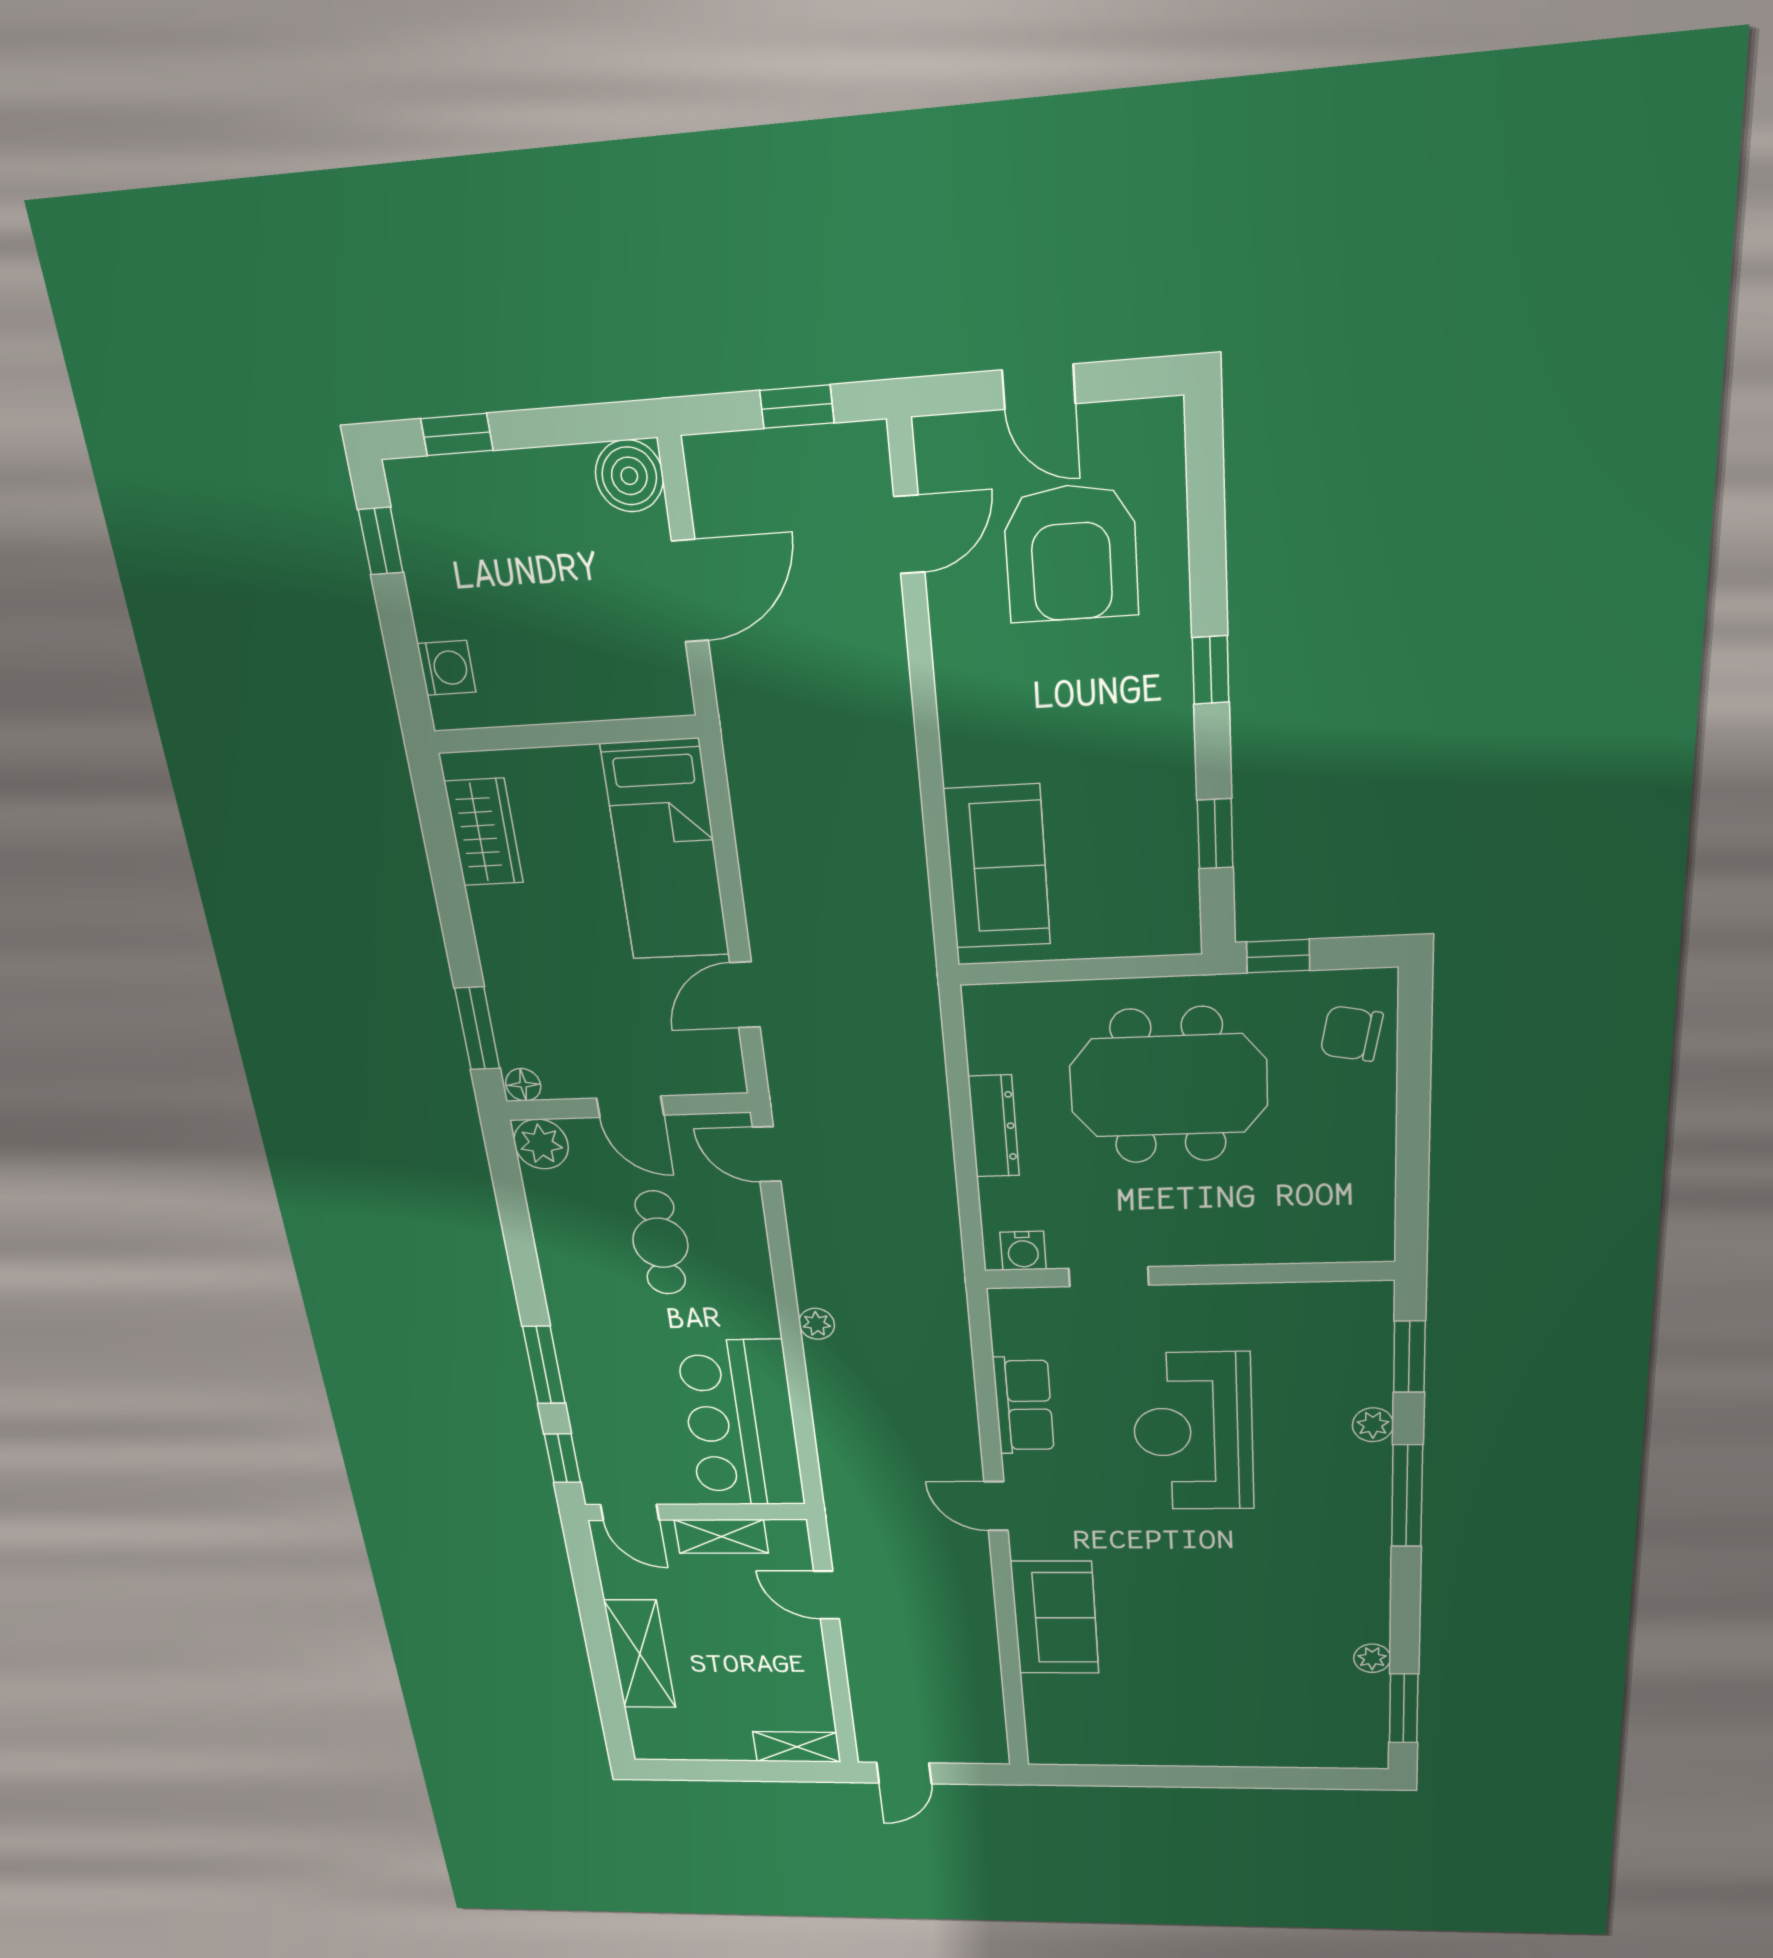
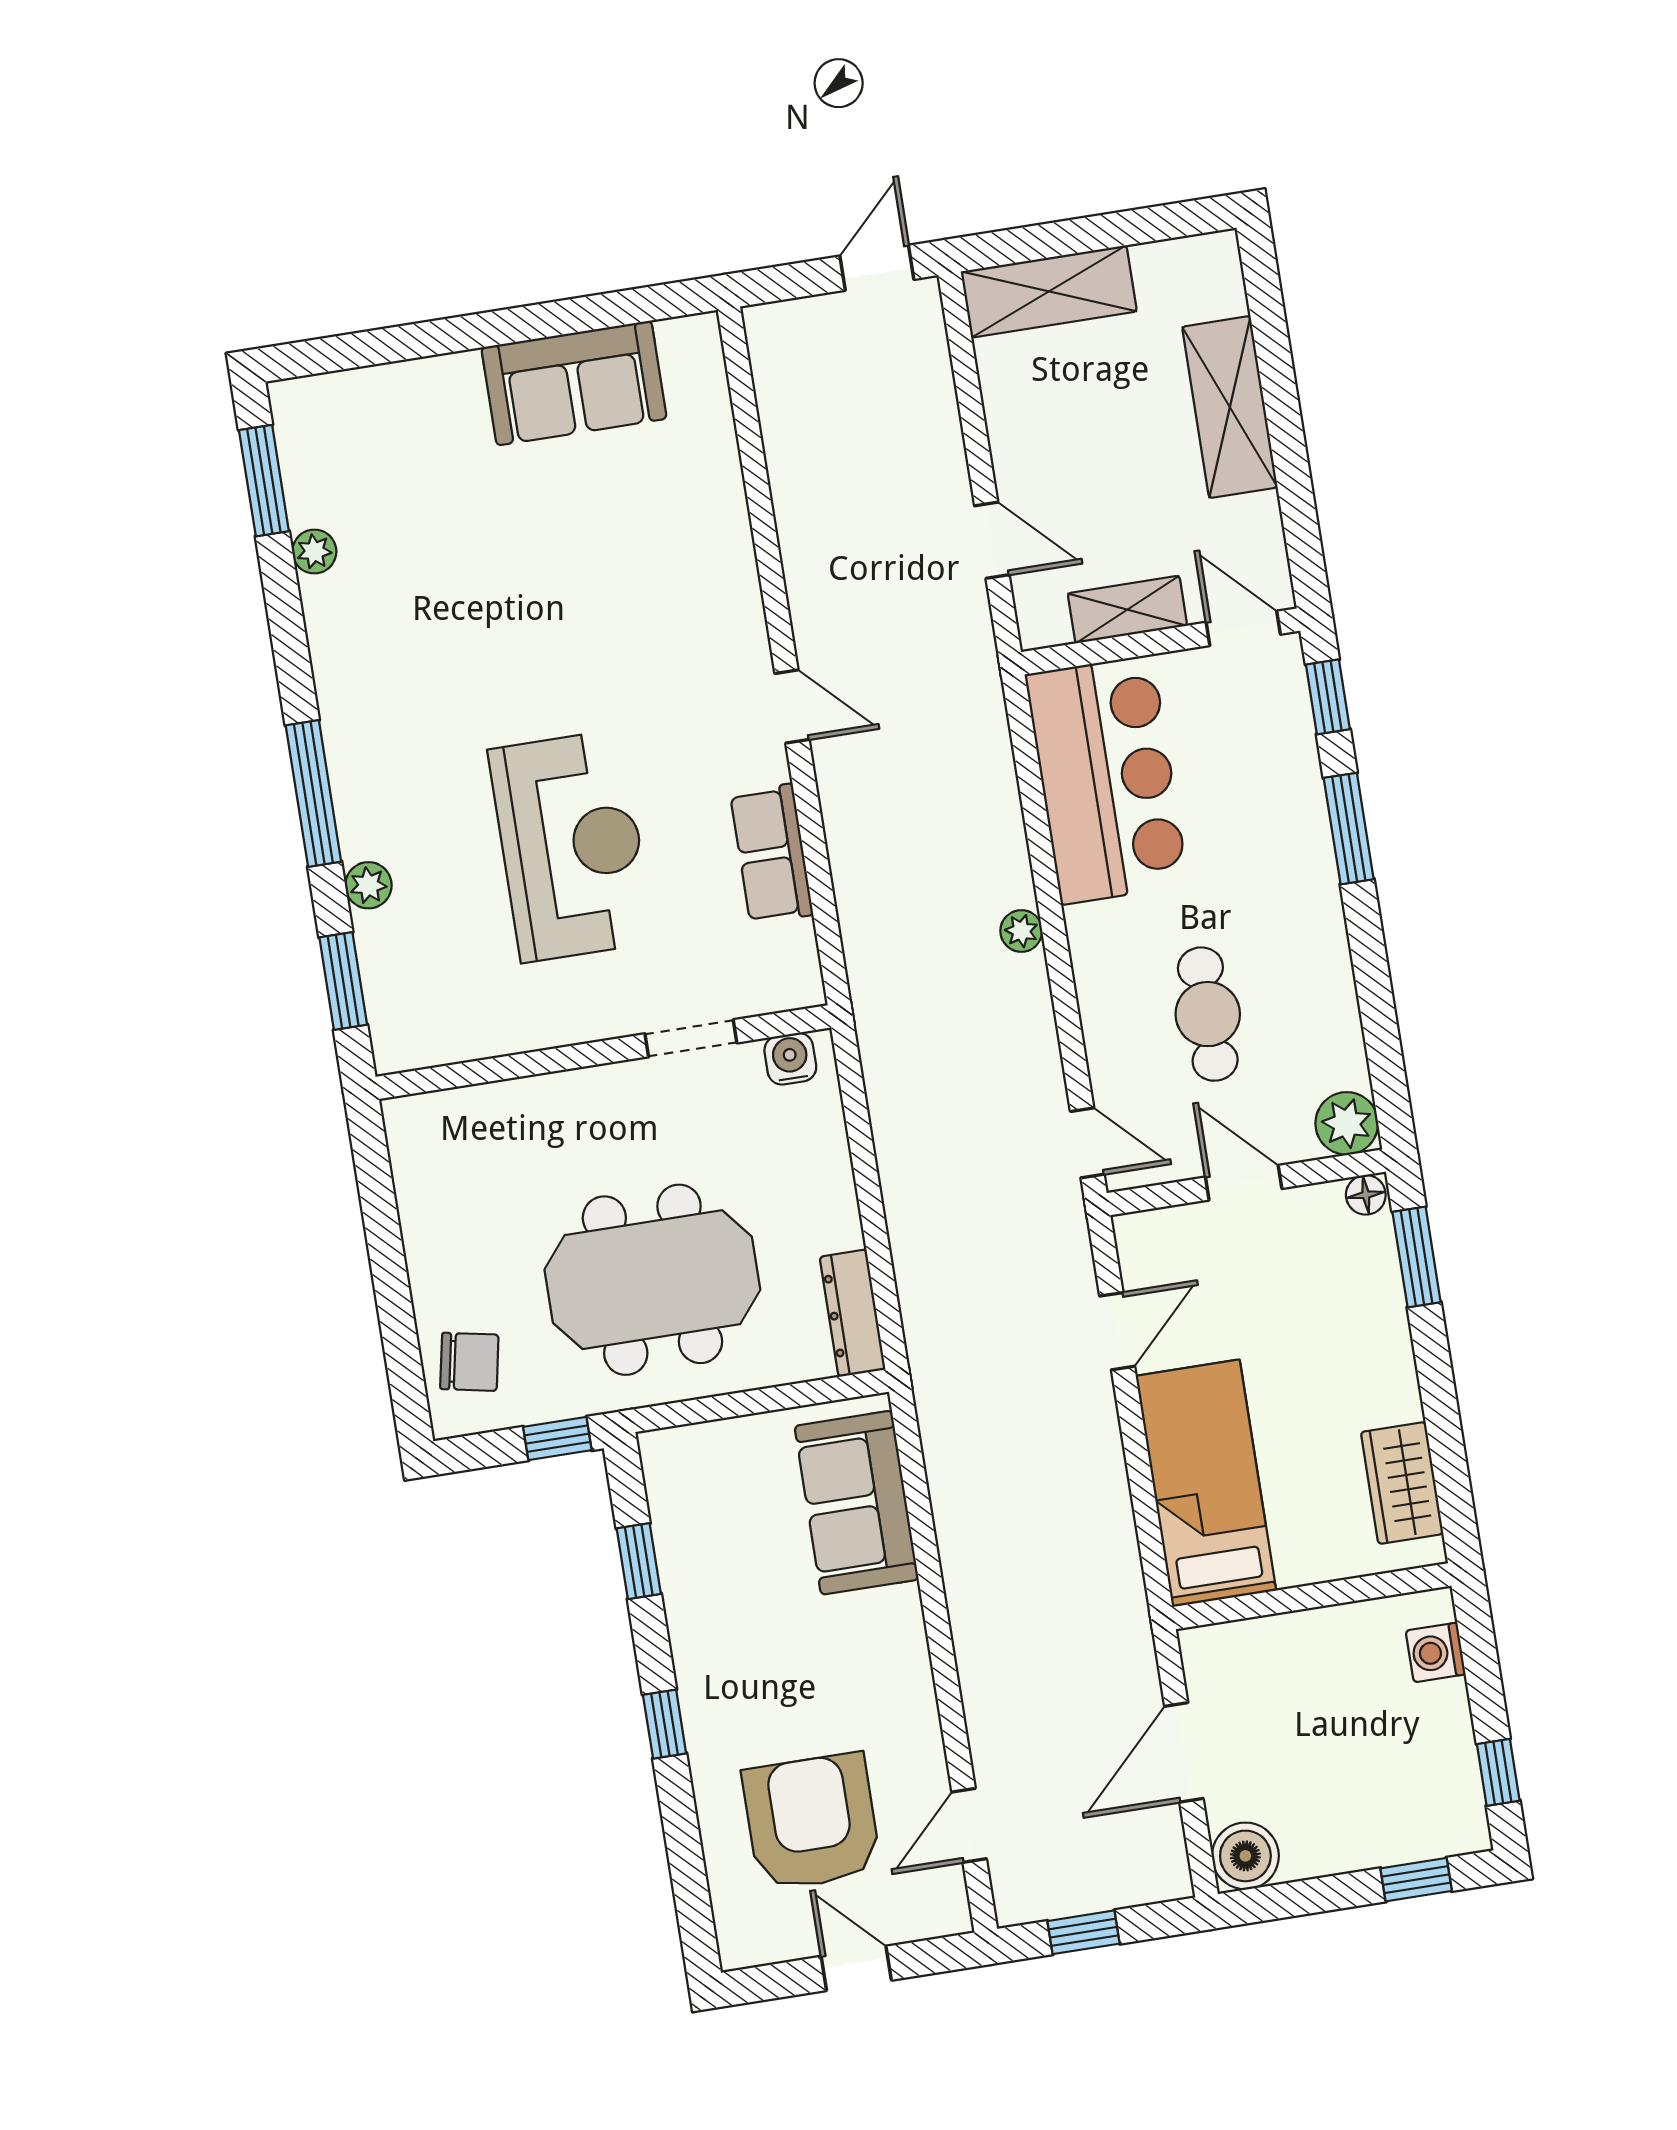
dresser: (994, 1126) -> (853, 1313), moved
sofa: (1055, 1618) -> (574, 383), moved, turned -90
shelving: (797, 1747) -> (1049, 291), width x1.50, depth x1.33

